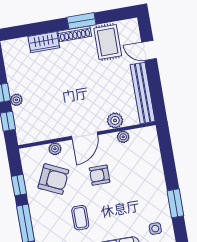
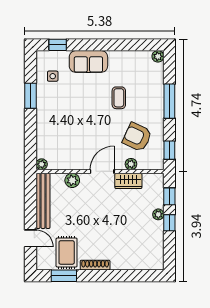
window: (81, 21) -> (64, 276), moved
wardrobe: (44, 42) -> (128, 181), moved, turned 180
plant: (123, 137) -> (42, 164), moved
armchair: (100, 175) -> (95, 133), removed
window: (19, 185) -> (169, 150), moved

